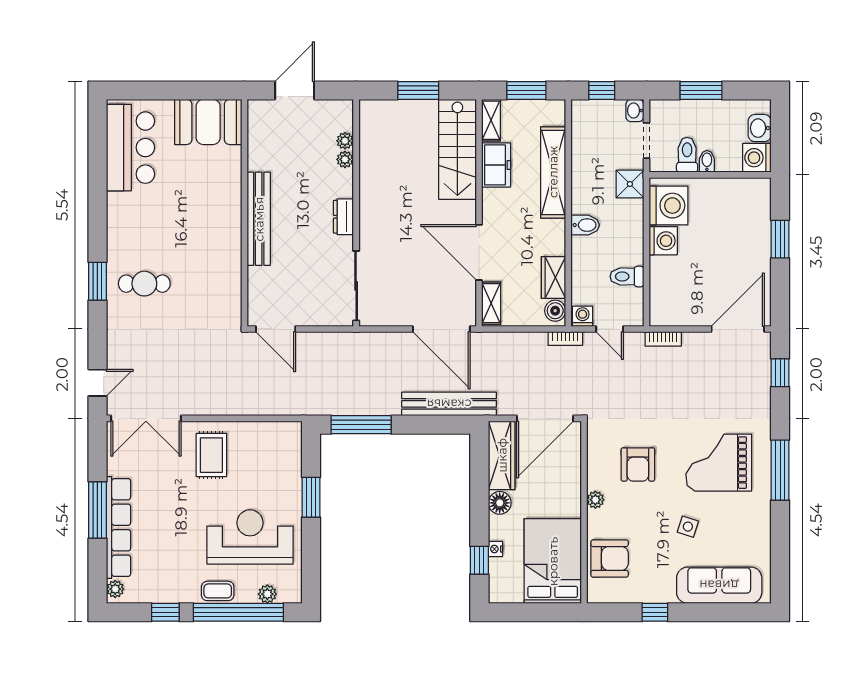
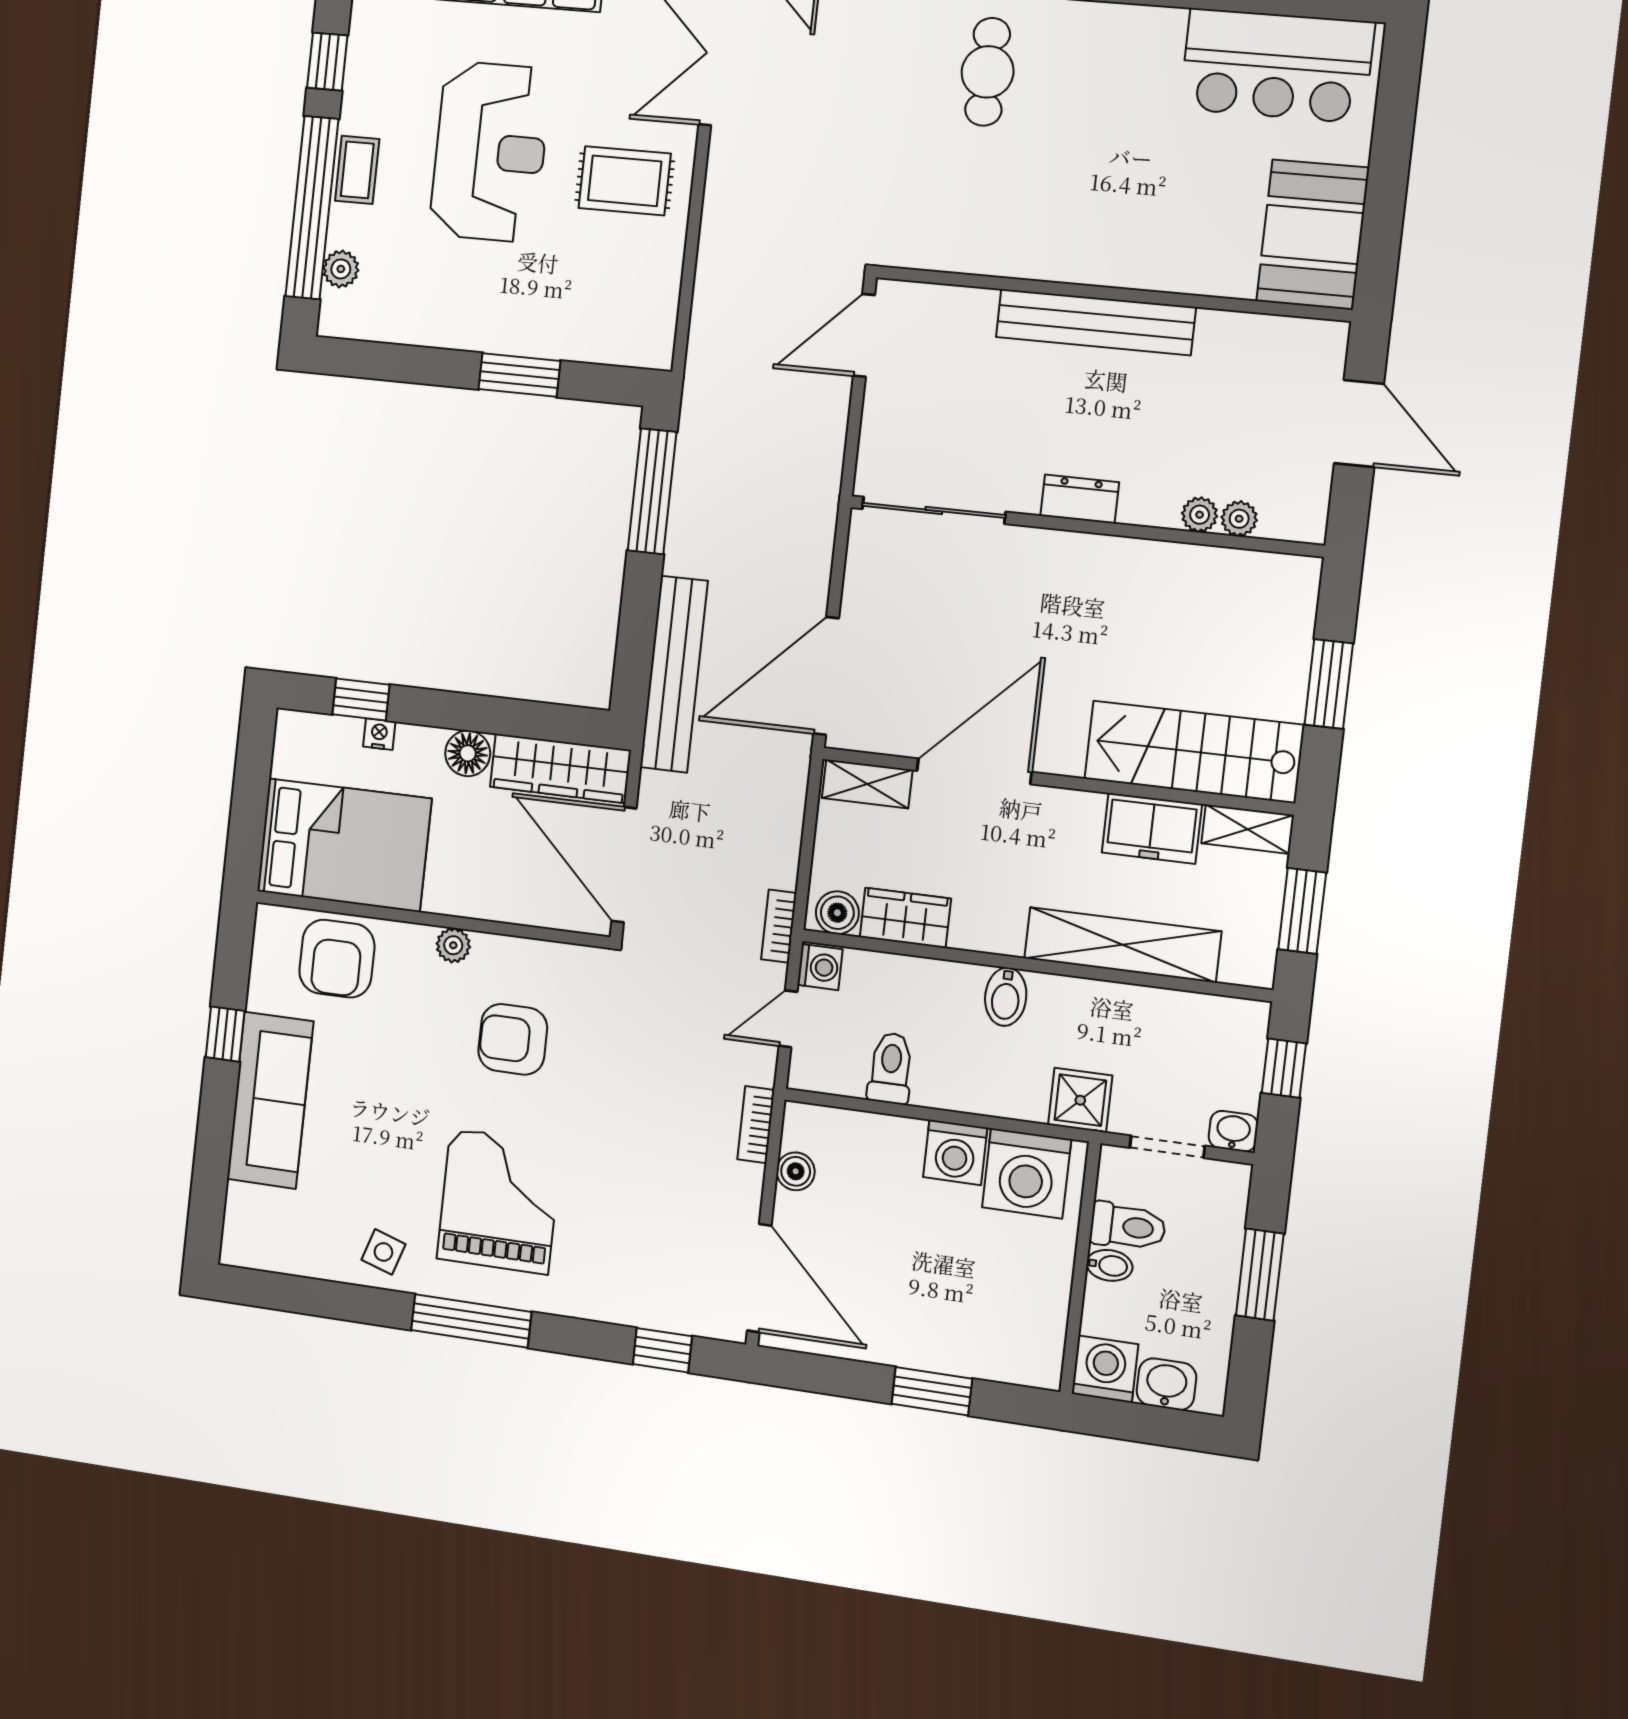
boiler: (683, 317) -> (796, 1171), added
side table: (688, 527) -> (383, 1252), moved
reception desk: (250, 537) -> (490, 152), moved
sofa: (719, 585) -> (270, 1100), moved

